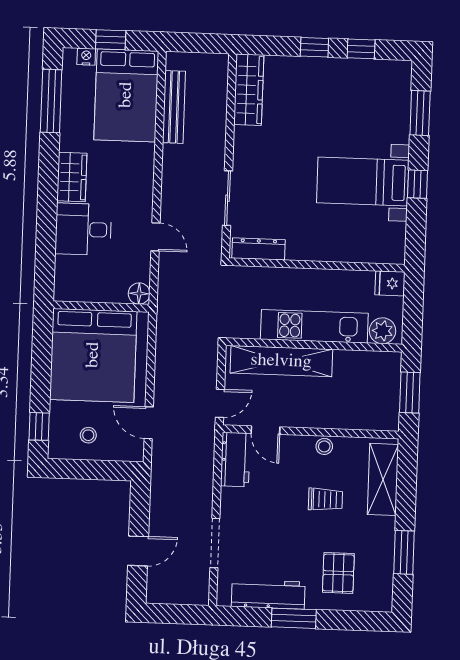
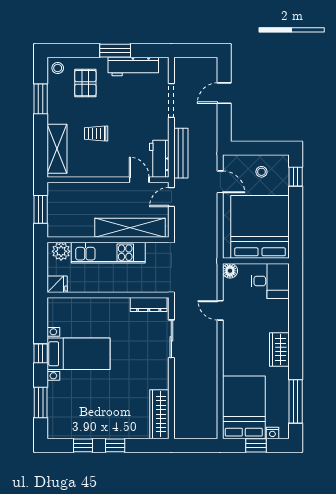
bench: (174, 107) -> (181, 153), moved
desk: (83, 229) -> (270, 281), moved
stool: (324, 446) -> (58, 68), moved

